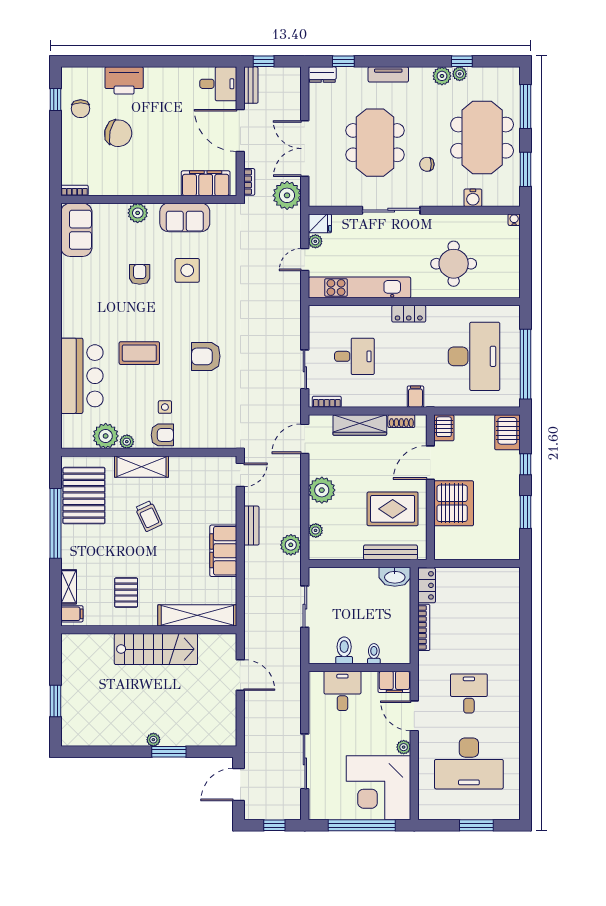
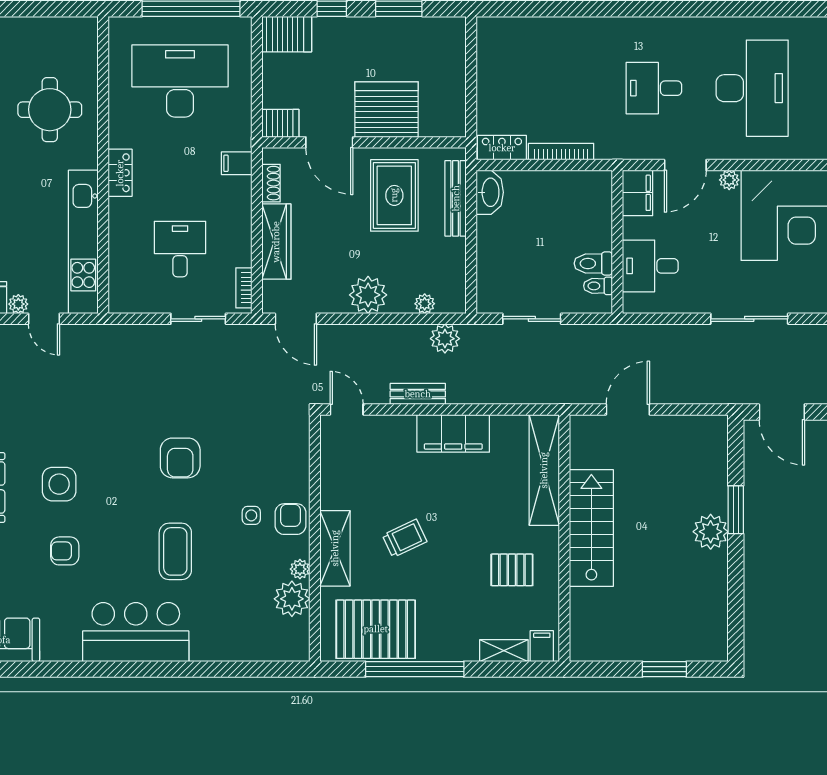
bar counter: (82, 376) -> (136, 632), moved
toilet: (374, 654) -> (598, 286), moved
plant: (153, 740) -> (711, 532), width x1.88, depth x1.88

